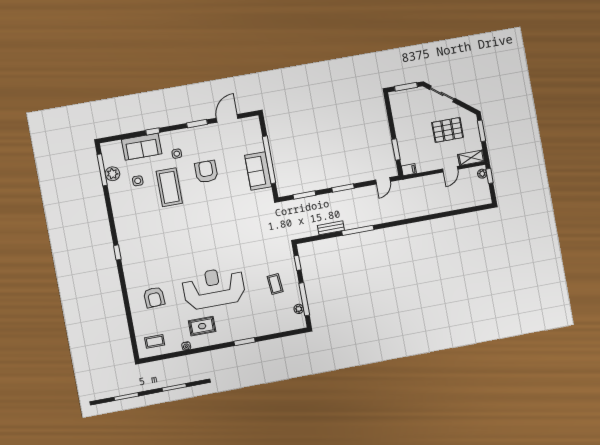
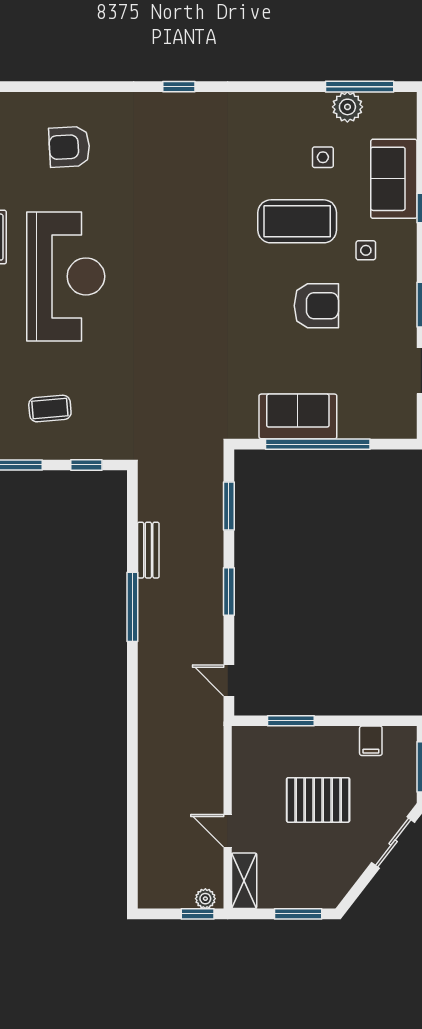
pallet: (448, 130) -> (318, 800), moved, turned 90
filing cabinet: (409, 170) -> (371, 741), moved

